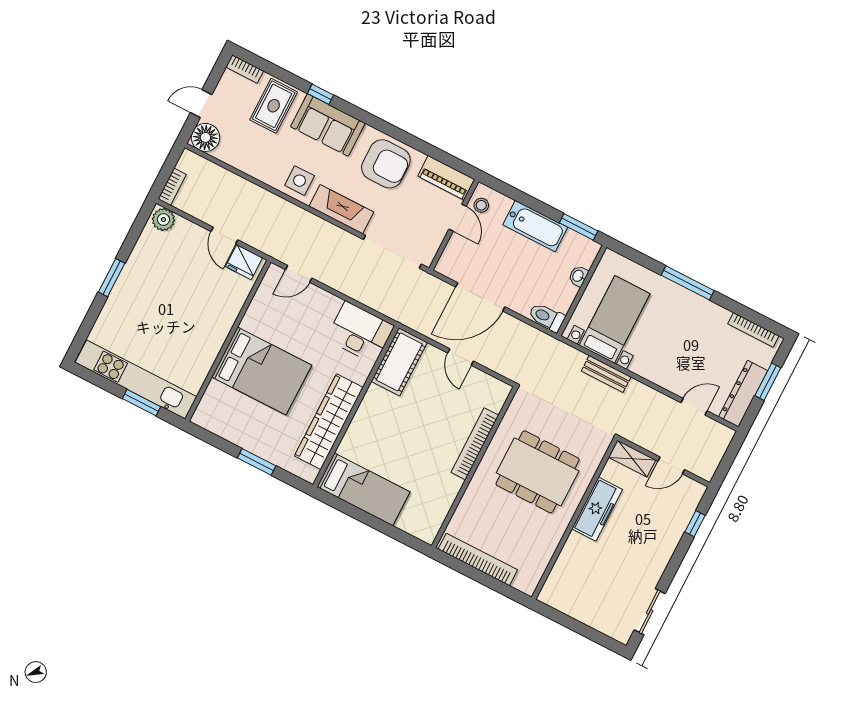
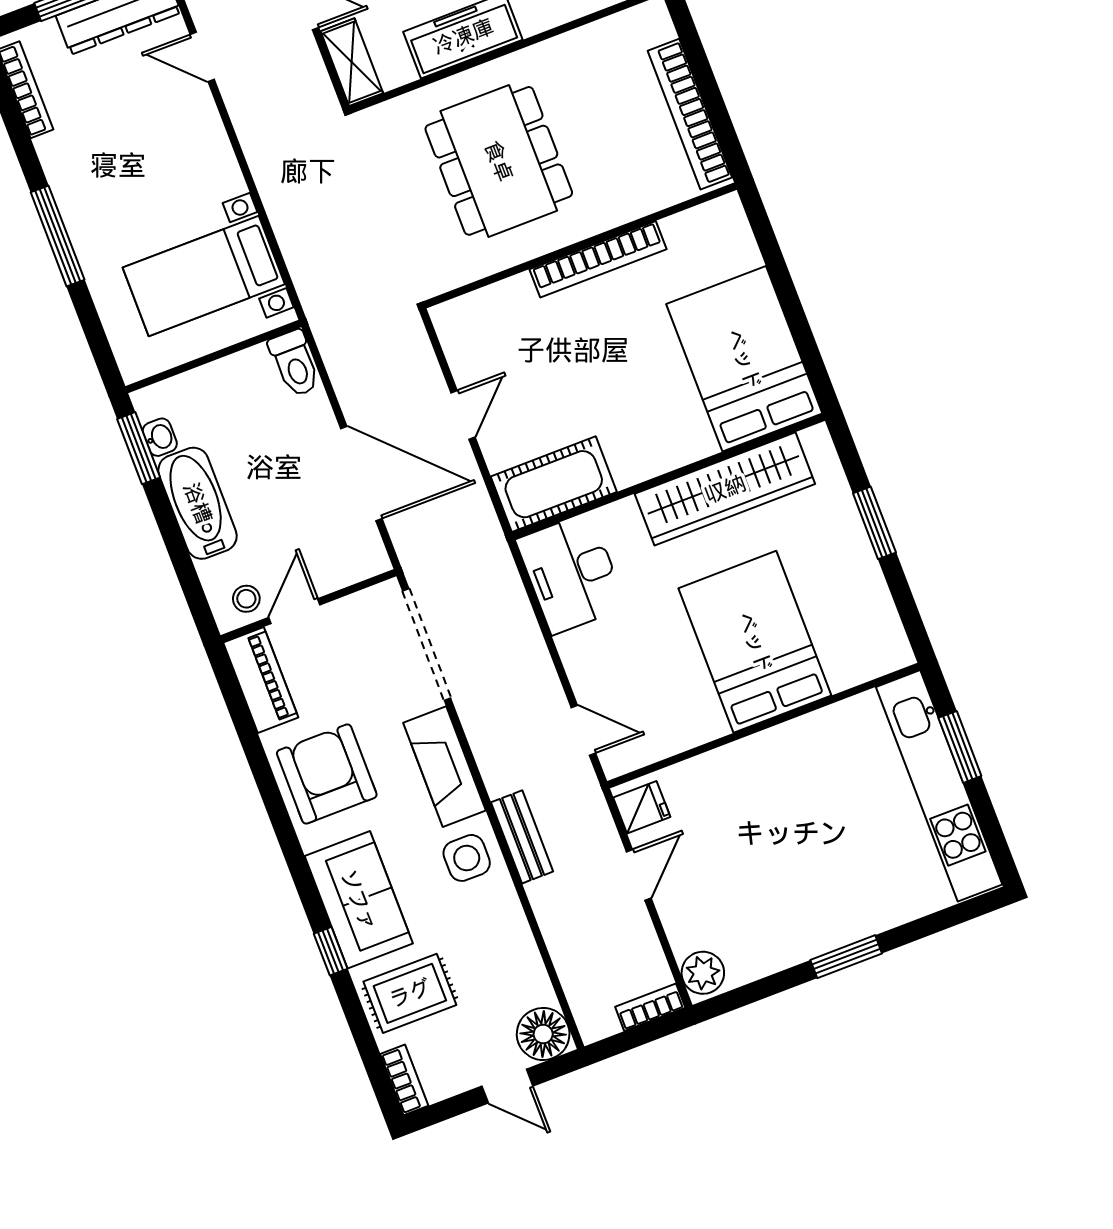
fridge: (244, 262) -> (642, 807), width x0.72
washbasin: (578, 276) -> (160, 437), moved, turned -90
bench: (606, 374) -> (522, 837), moved
bookcase: (475, 444) -> (598, 259), moved
bed: (363, 489) -> (744, 359), width x1.50

